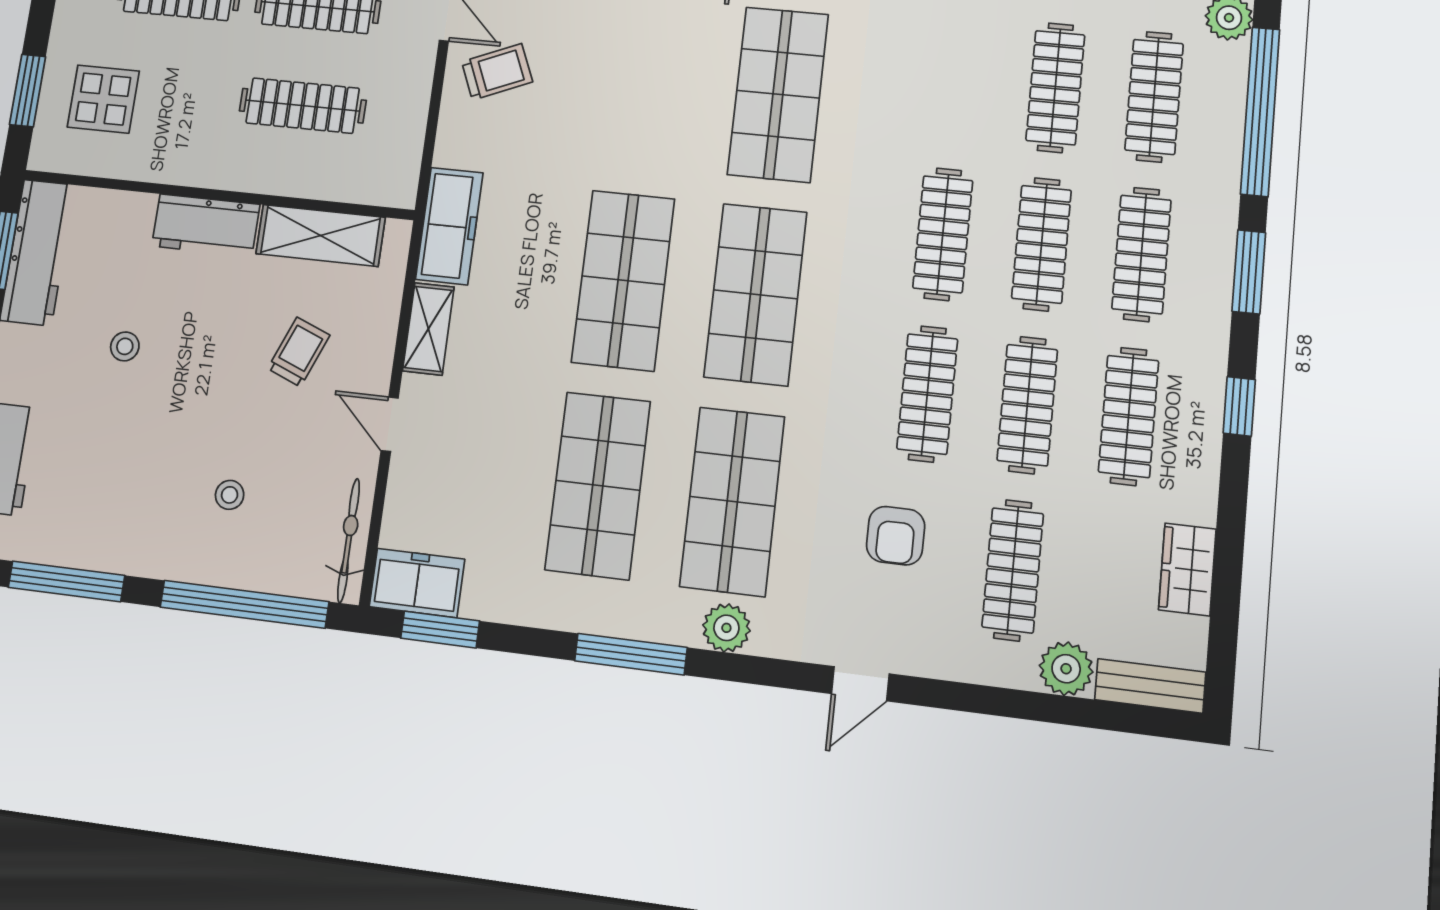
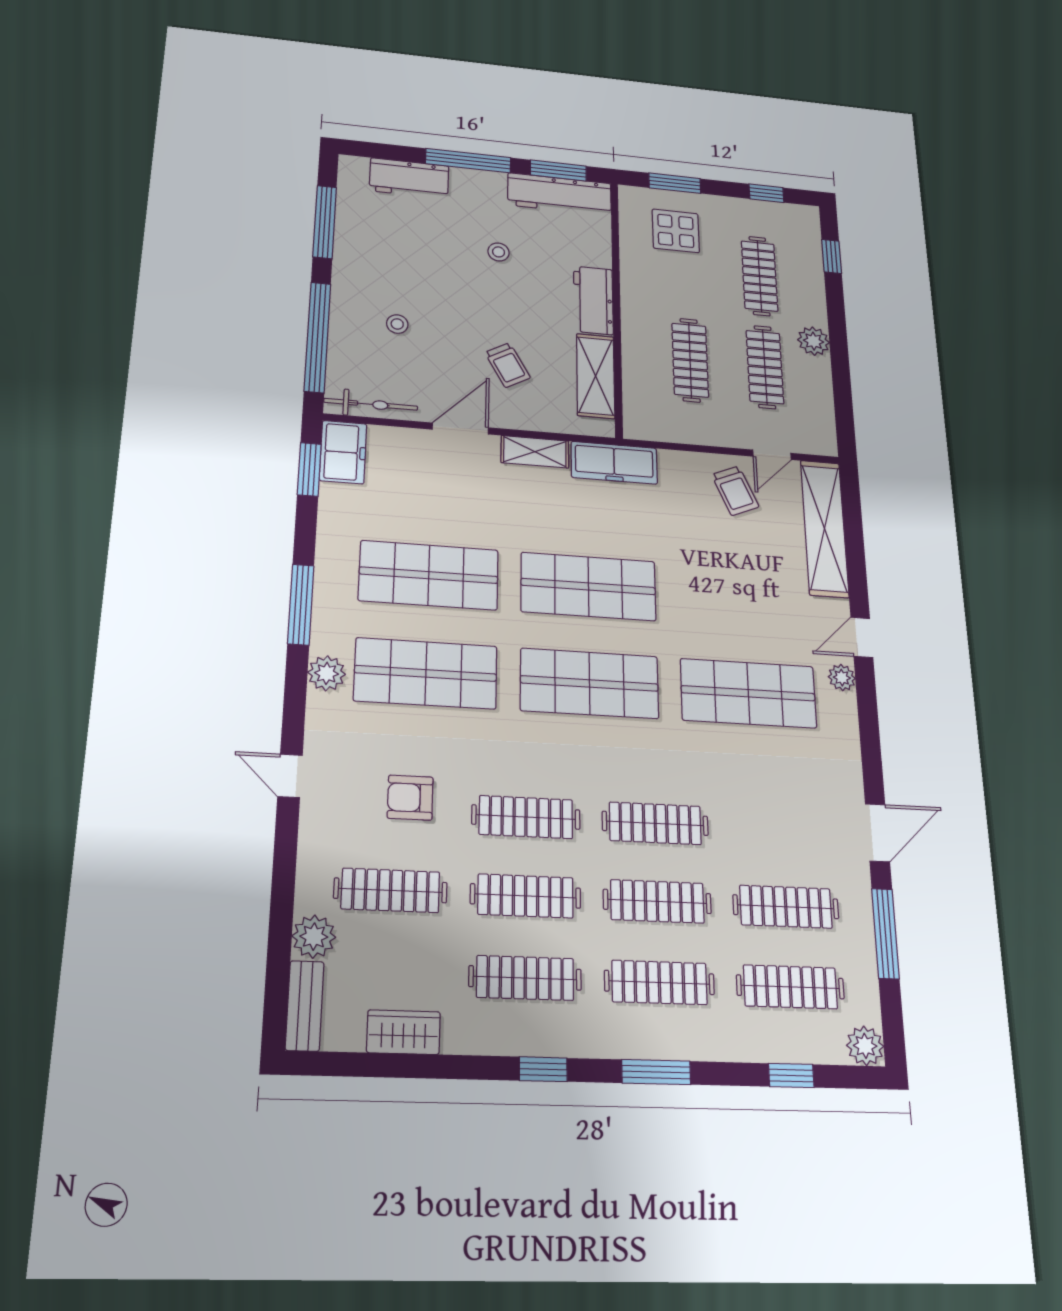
window: (1260, 111) -> (791, 1076), width x0.32
trolley: (299, 352) -> (508, 365), turned 39
door: (390, 424) -> (460, 428), width x1.38

